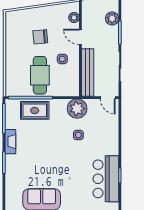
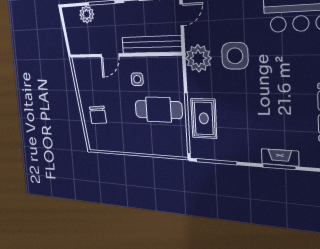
plant: (74, 18) -> (89, 64), removed
chair: (40, 37) -> (98, 115), moved
side table: (78, 135) -> (235, 56), width x1.87, depth x1.87
fireplace: (10, 142) -> (280, 157), moved

